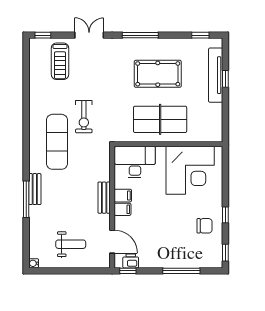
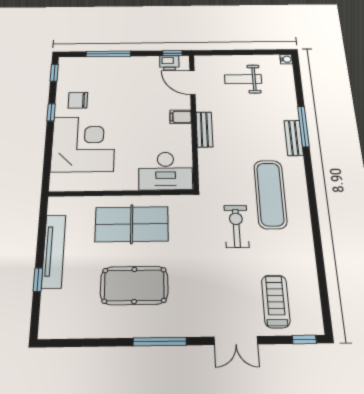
window: (200, 35) -> (70, 343), removed
tv unit: (216, 75) -> (54, 251), moved
corner desk: (190, 170) -> (83, 144), moved, turned 90
filing cabinet: (123, 196) -> (181, 132), removed

